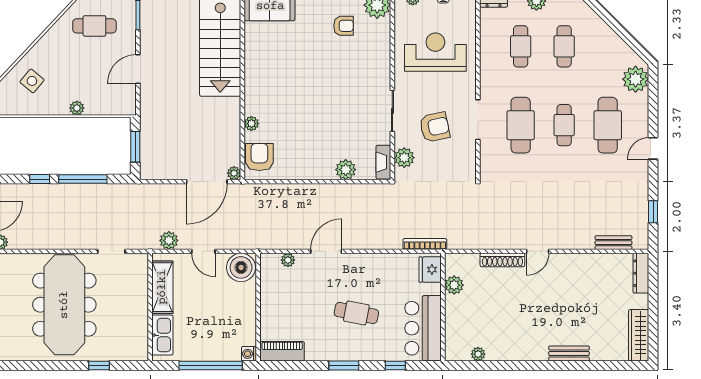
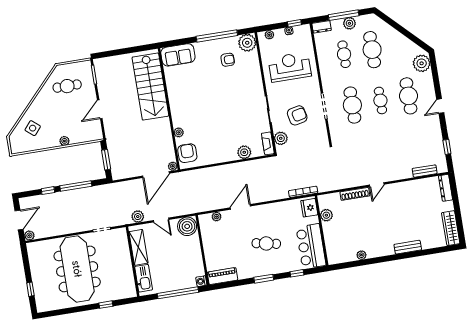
cafe table: (564, 46) -> (372, 50), width x1.37, depth x1.35
plant: (478, 354) -> (361, 255), moved

